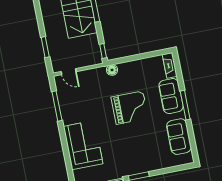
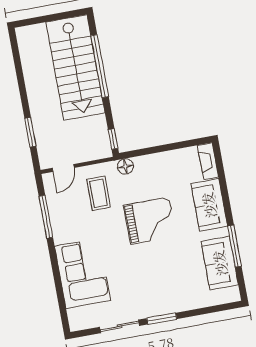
door: (69, 72) -> (63, 168), hinge flipped
coffee table: (94, 89) -> (99, 193), added
window: (185, 105) -> (235, 246), moved

